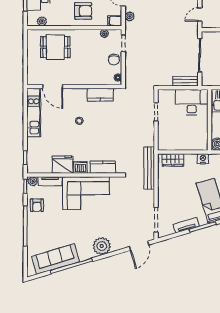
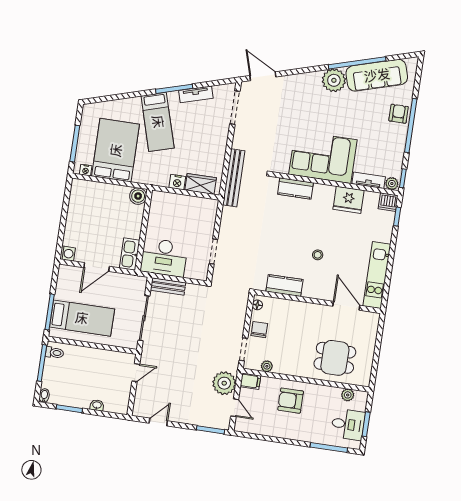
plant: (130, 16) -> (224, 383), width x1.87, depth x1.87
nightstand: (203, 159) -> (177, 182), moved
dishwasher: (80, 167) -> (388, 202), moved
armchair: (37, 205) -> (399, 114), moved
plant: (102, 246) -> (334, 80), moved
door: (139, 246) -> (263, 76), hinge flipped

